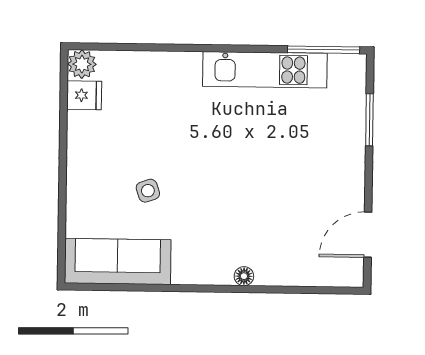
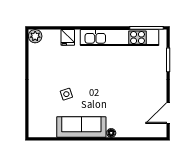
kitchen unit: (265, 70) -> (120, 38), width x1.36
fridge: (84, 95) -> (68, 37), moved, turned 90
sofa: (118, 262) -> (81, 127), moved

